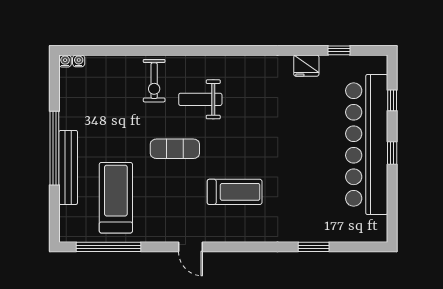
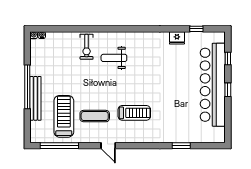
exercise mat: (175, 149) -> (95, 116), moved

